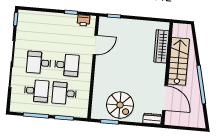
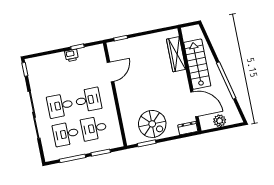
printer: (84, 20) -> (72, 55), moved
desk: (36, 91) -> (66, 134), turned 180
plant: (184, 120) -> (220, 121), added

